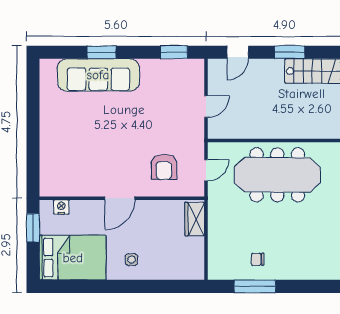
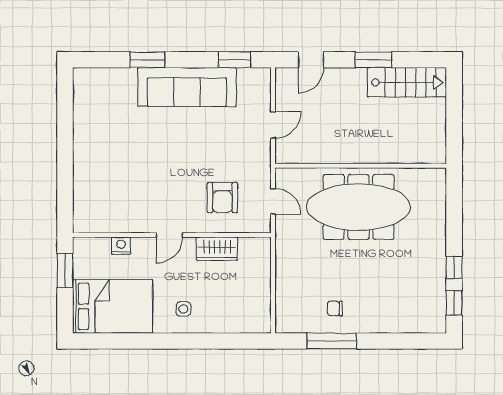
sofa: (98, 75) -> (187, 87), moved
door: (206, 170) -> (273, 201), hinge flipped
door: (120, 198) -> (169, 235), width x0.73
nightstand: (61, 207) -> (121, 246), moved
wardrobe: (195, 219) -> (217, 249), moved, turned -90

